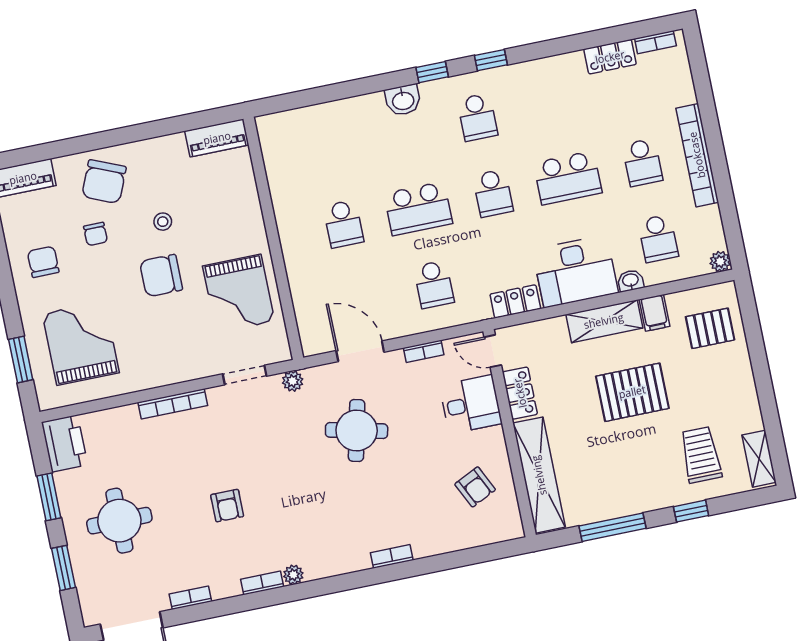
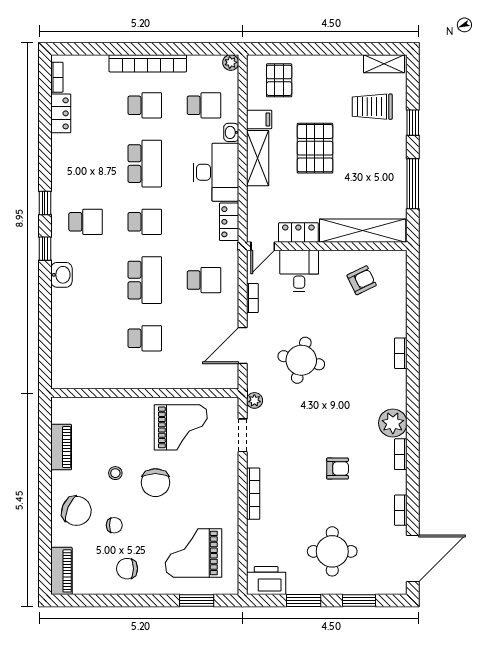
piano: (217, 138) -> (61, 447), moved
plant: (293, 575) -> (393, 423), width x1.88, depth x1.88

